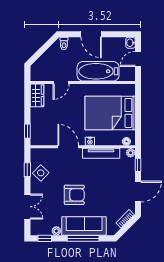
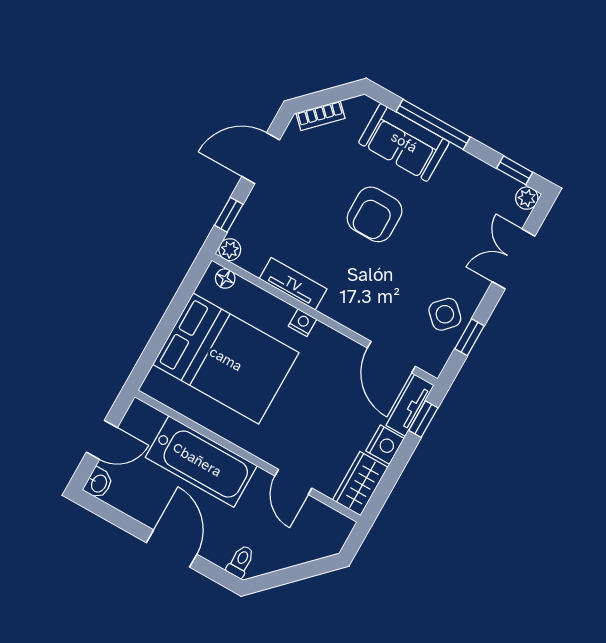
door: (61, 82) -> (293, 482), swing flipped
nightstand: (36, 114) -> (385, 445), added
tv unit: (35, 133) -> (410, 405), added
door: (68, 147) -> (391, 357), moved
tv unit: (101, 153) -> (293, 284), width x0.71
armchair: (74, 195) -> (375, 214), moved, turned -90
sofa: (84, 226) -> (404, 142), width x0.73
plant: (56, 231) -> (527, 198), moved

